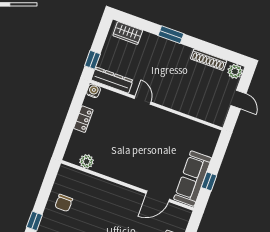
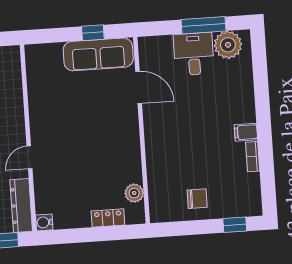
locker: (83, 119) -> (108, 218), moved

